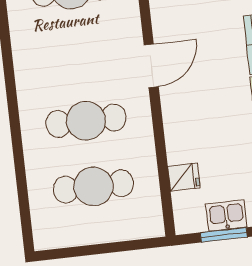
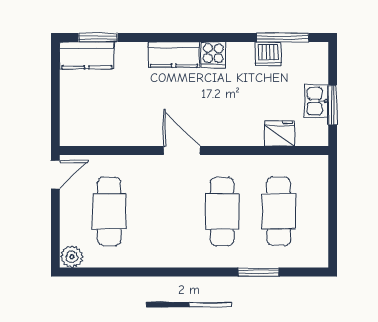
window: (20, 171) -> (259, 272), added
fridge: (184, 177) -> (279, 133), width x1.38

